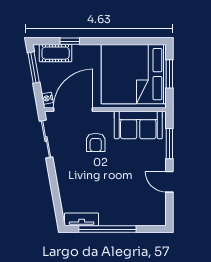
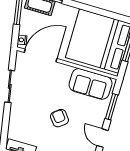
sliding door: (46, 139) -> (10, 86), moved
armchair: (96, 142) -> (59, 118), moved, turned 142

